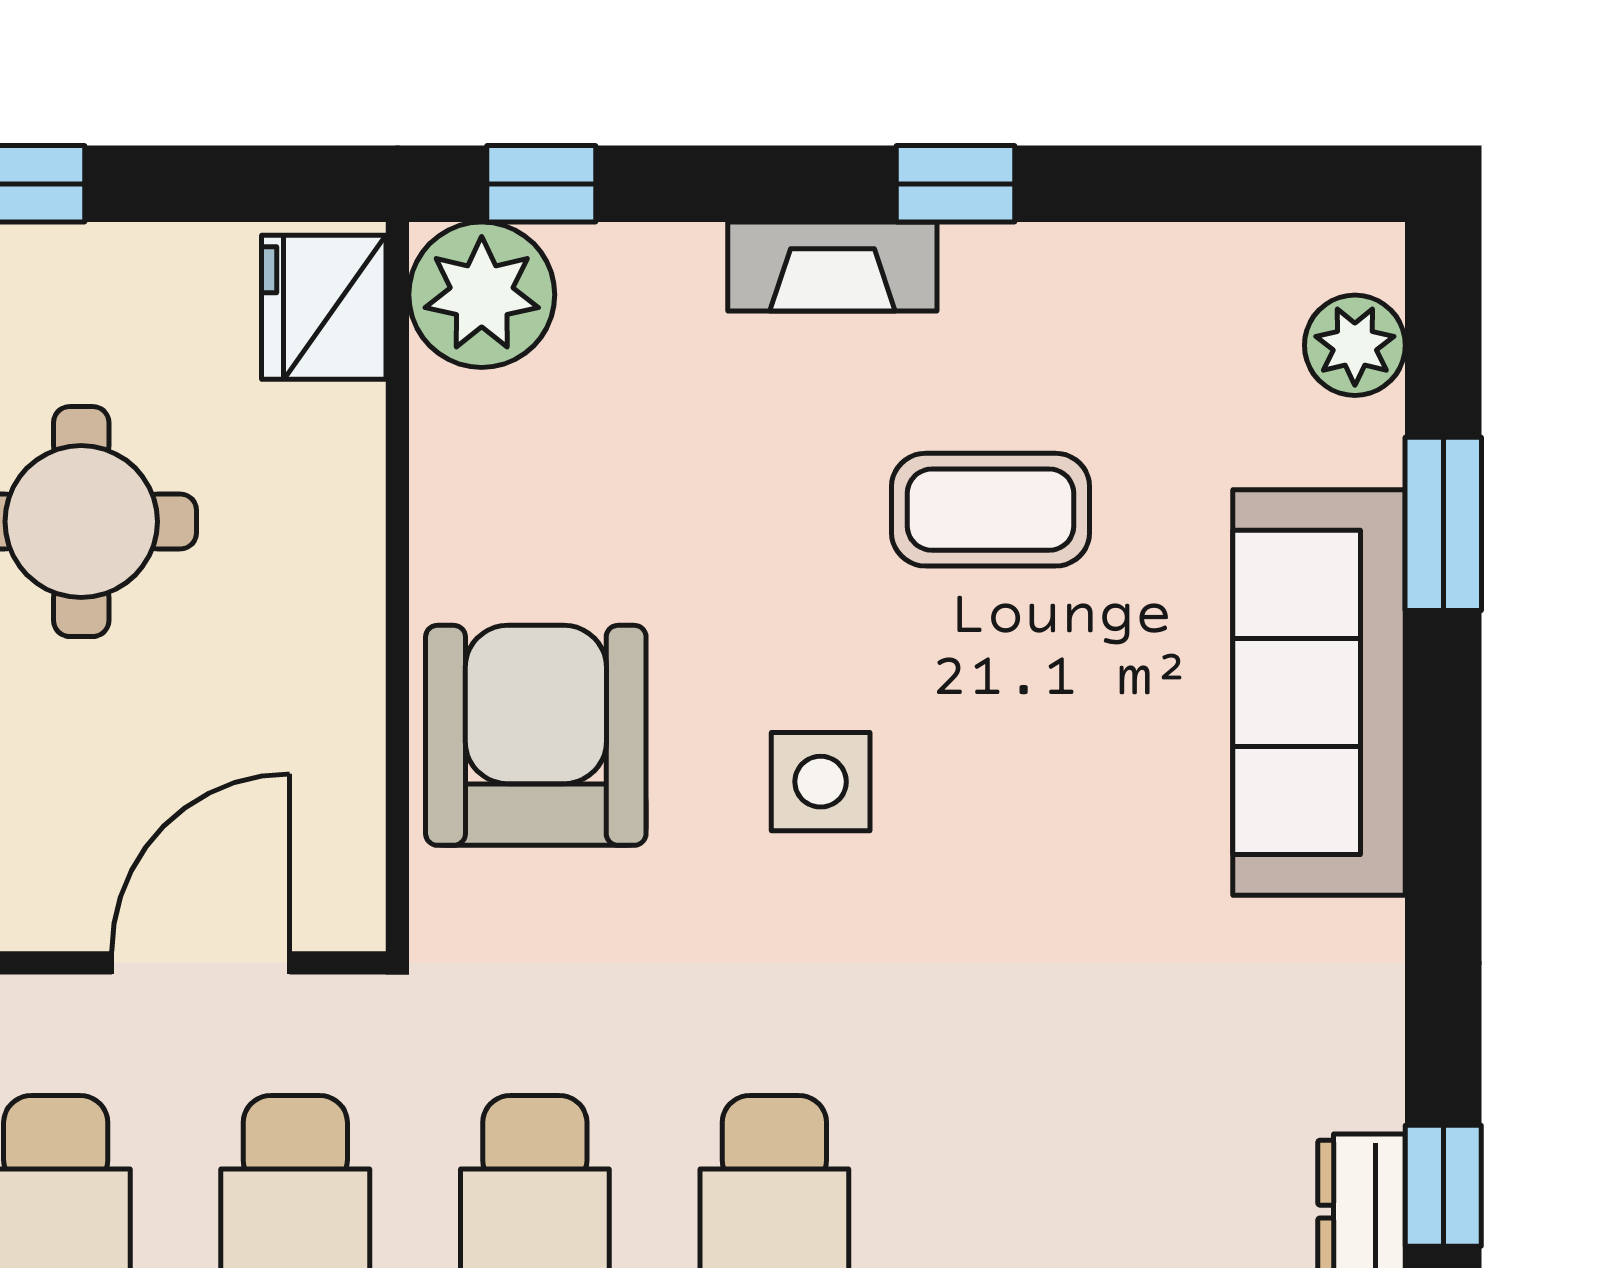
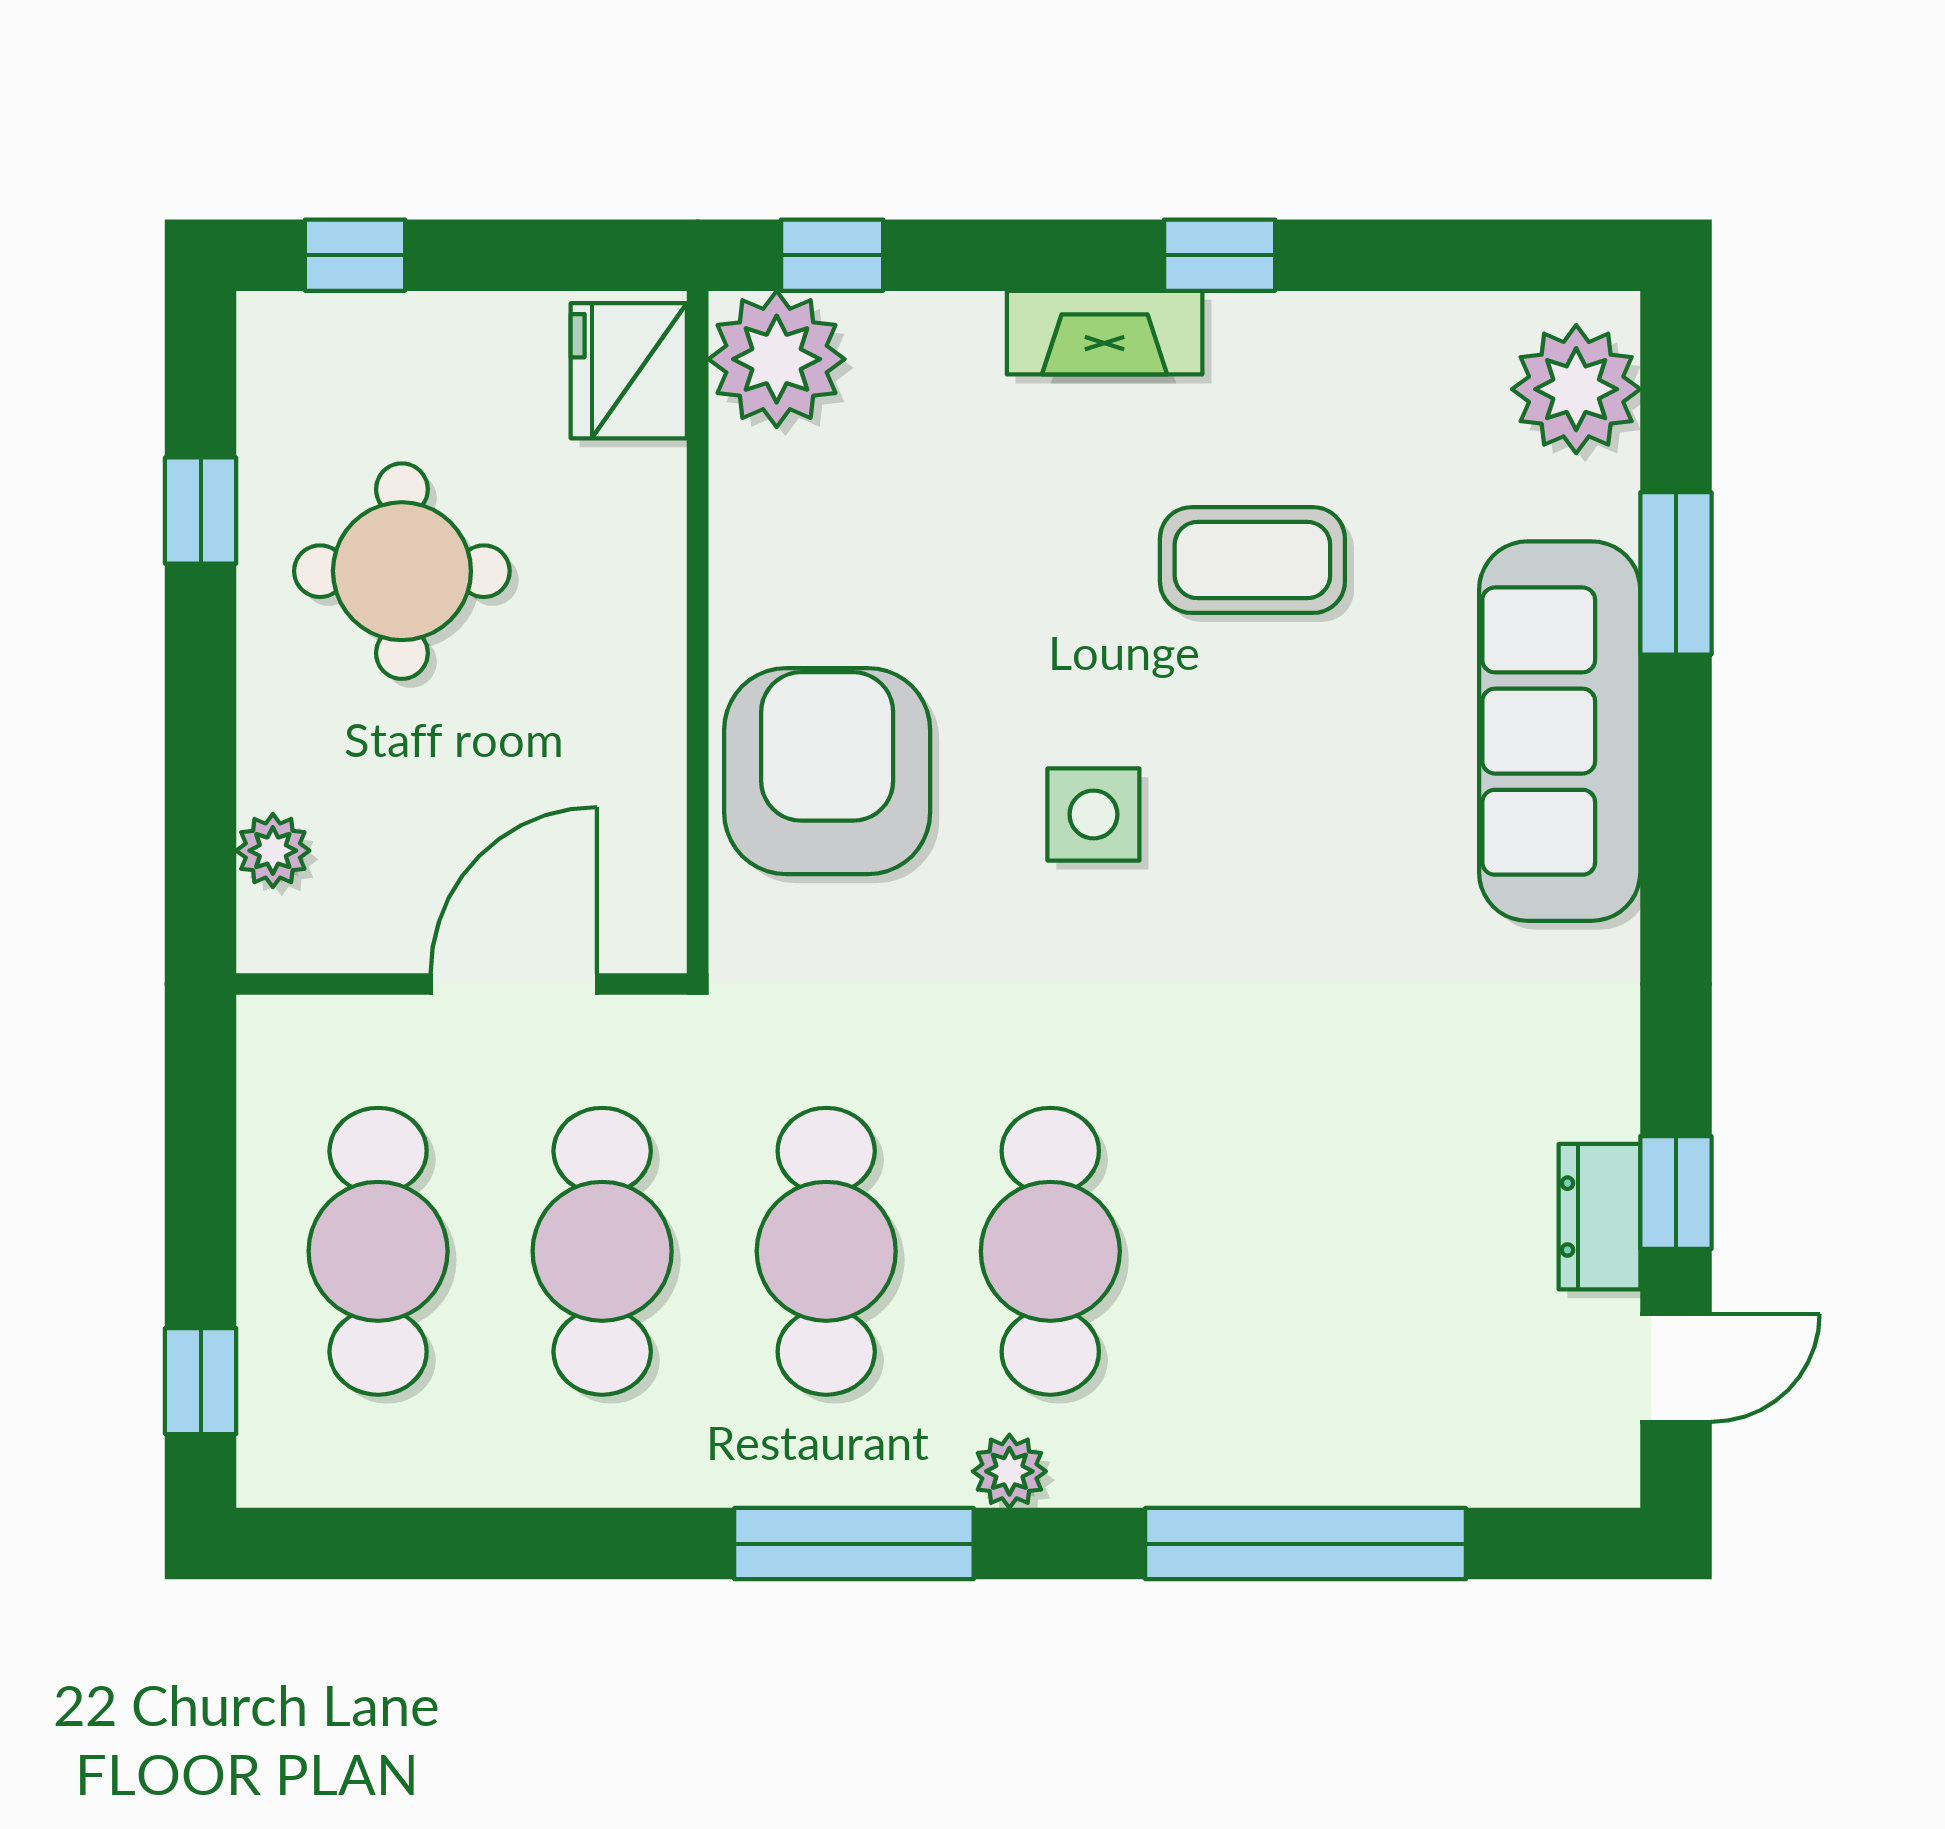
plant: (1355, 345) -> (1576, 389), width x1.36, depth x1.36

